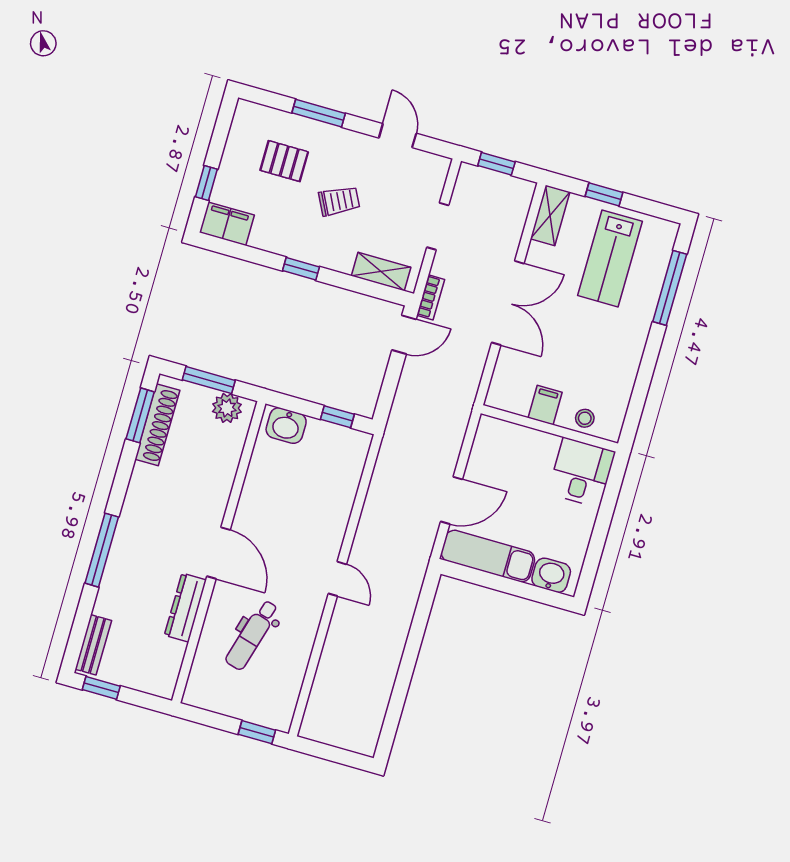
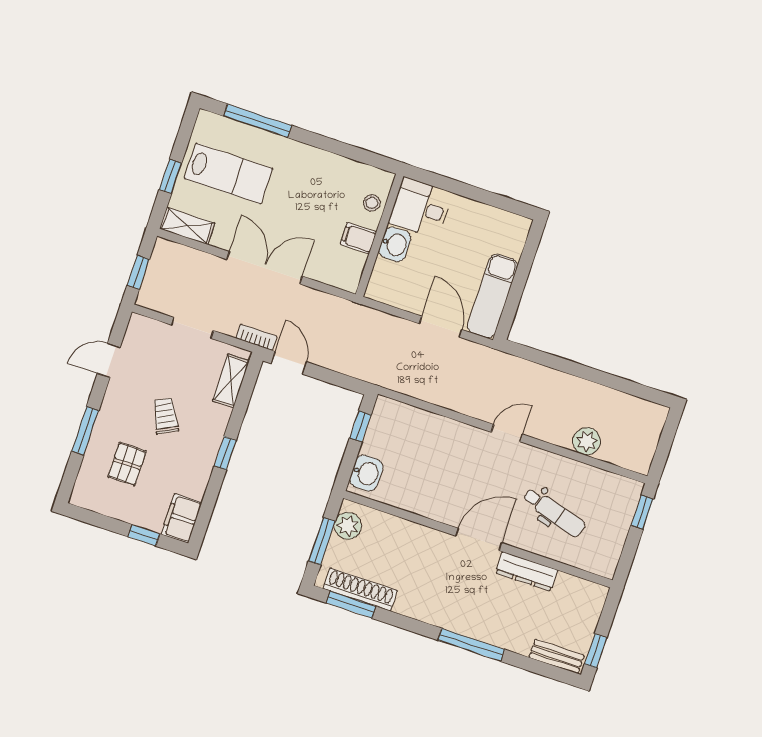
washbasin: (551, 575) -> (395, 244), moved, turned 180
plant: (332, 667) -> (587, 441), added

